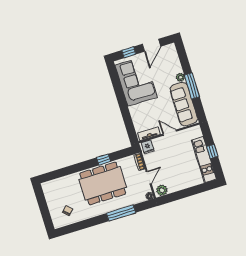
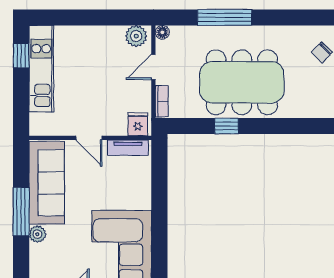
window: (212, 151) -> (21, 56), moved

